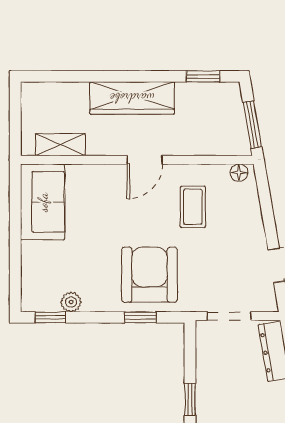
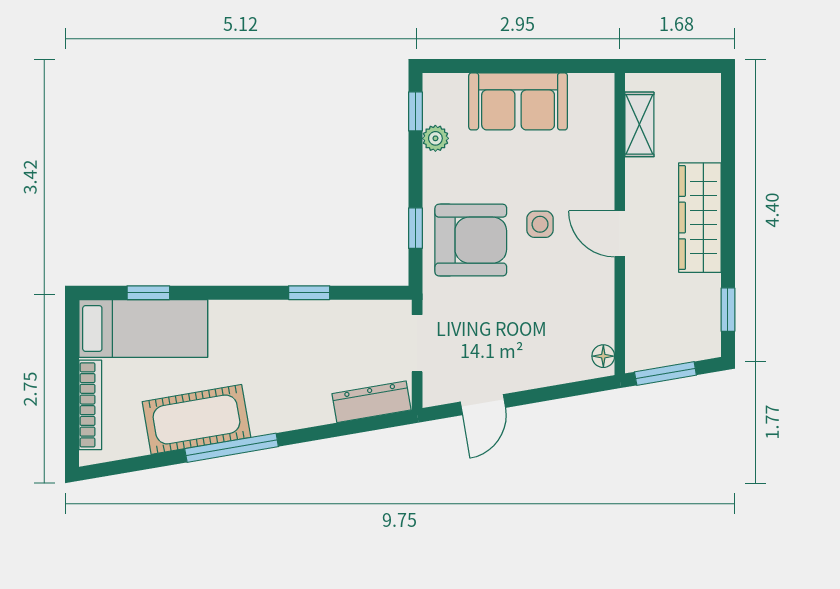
sofa: (43, 202) -> (518, 101), moved
coffee table: (193, 207) -> (559, 296), removed
side table: (137, 221) -> (540, 224), added

